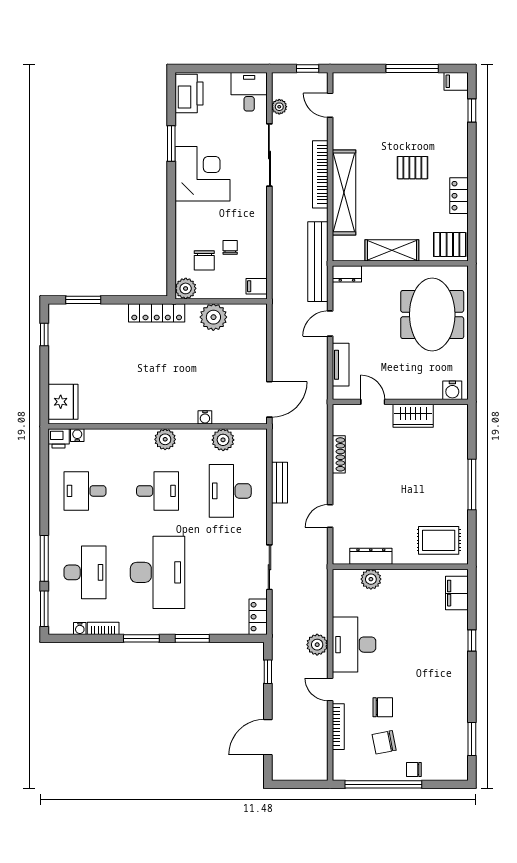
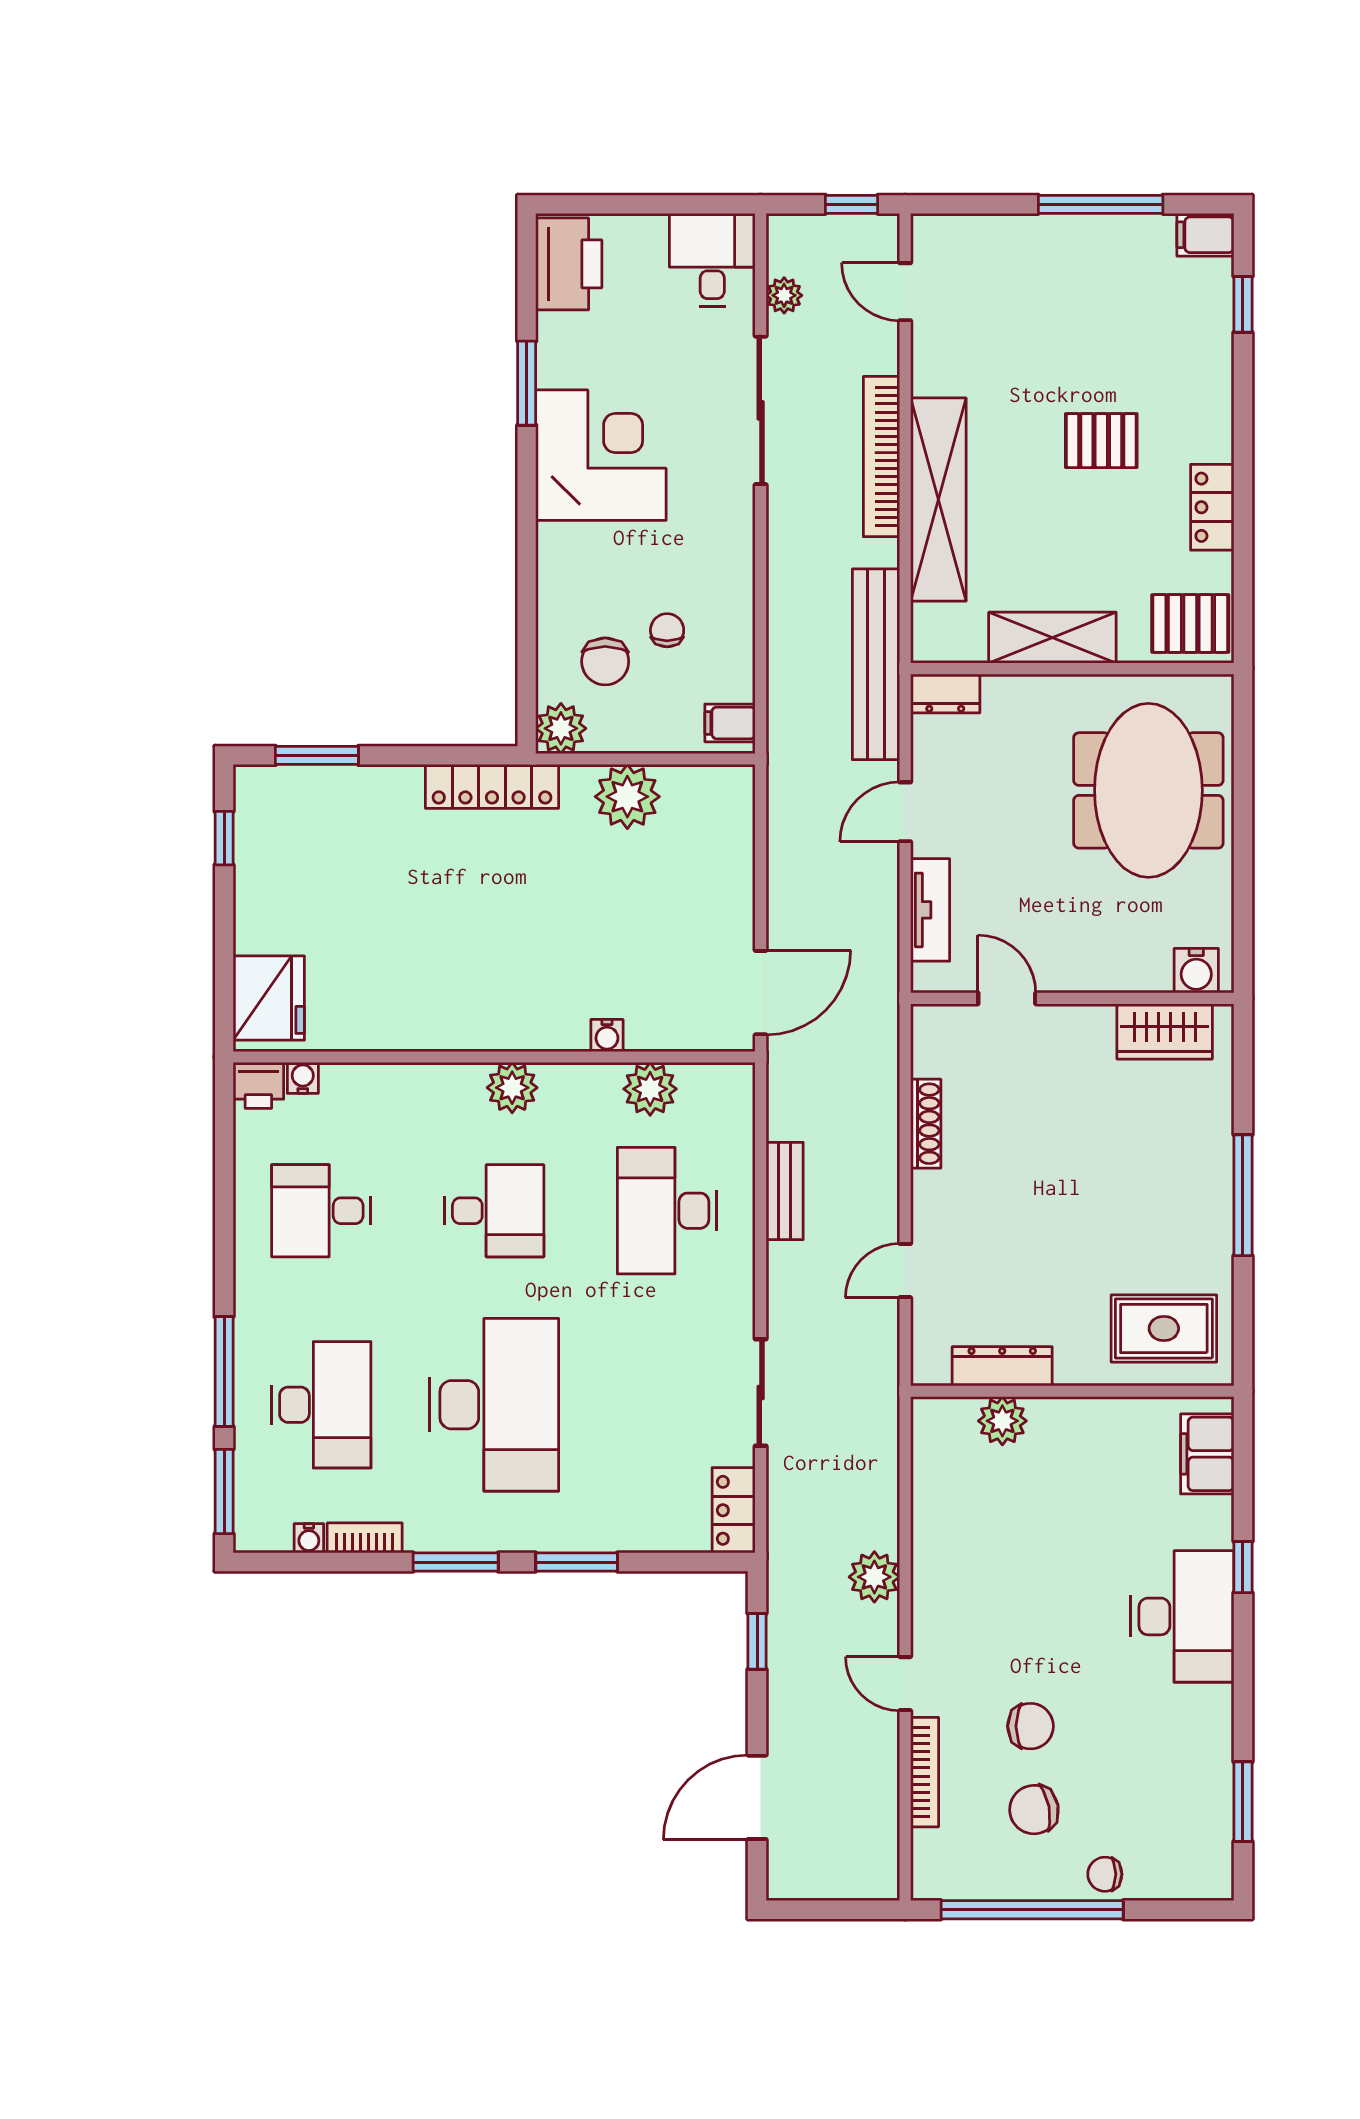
wardrobe: (413, 416) -> (1165, 1031), moved
desk: (354, 645) -> (1182, 1616), moved, turned 180

